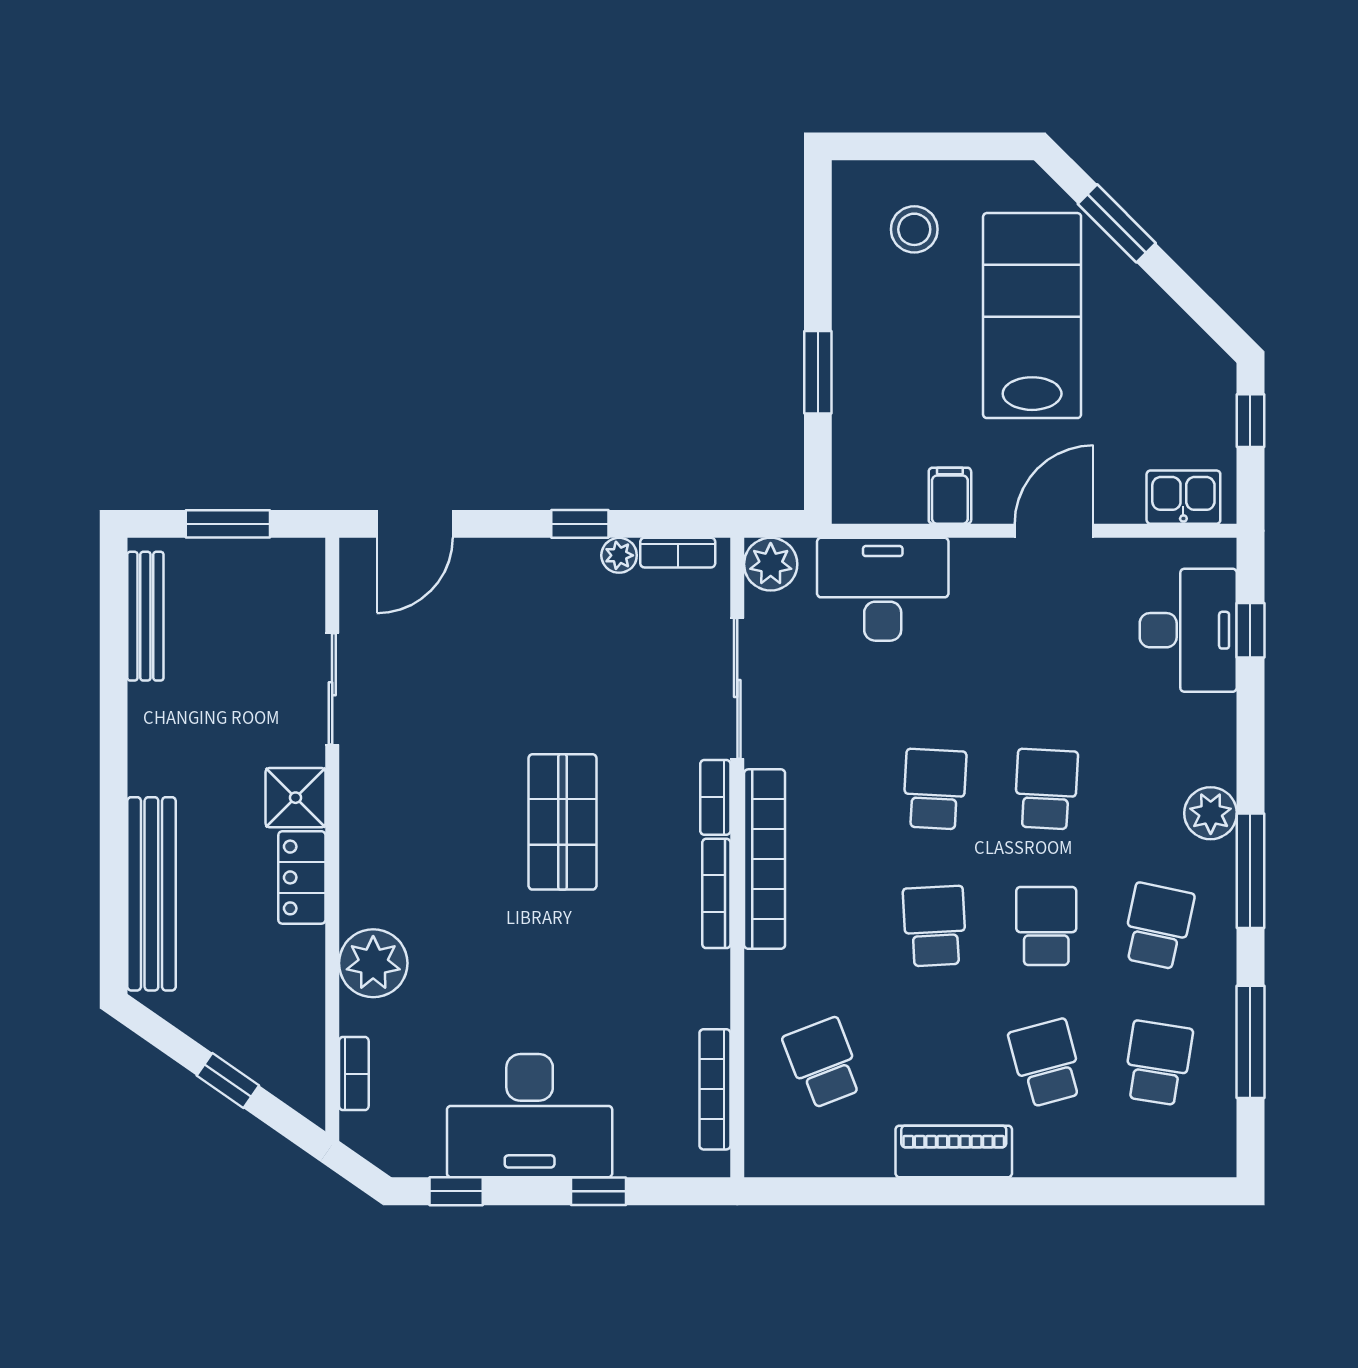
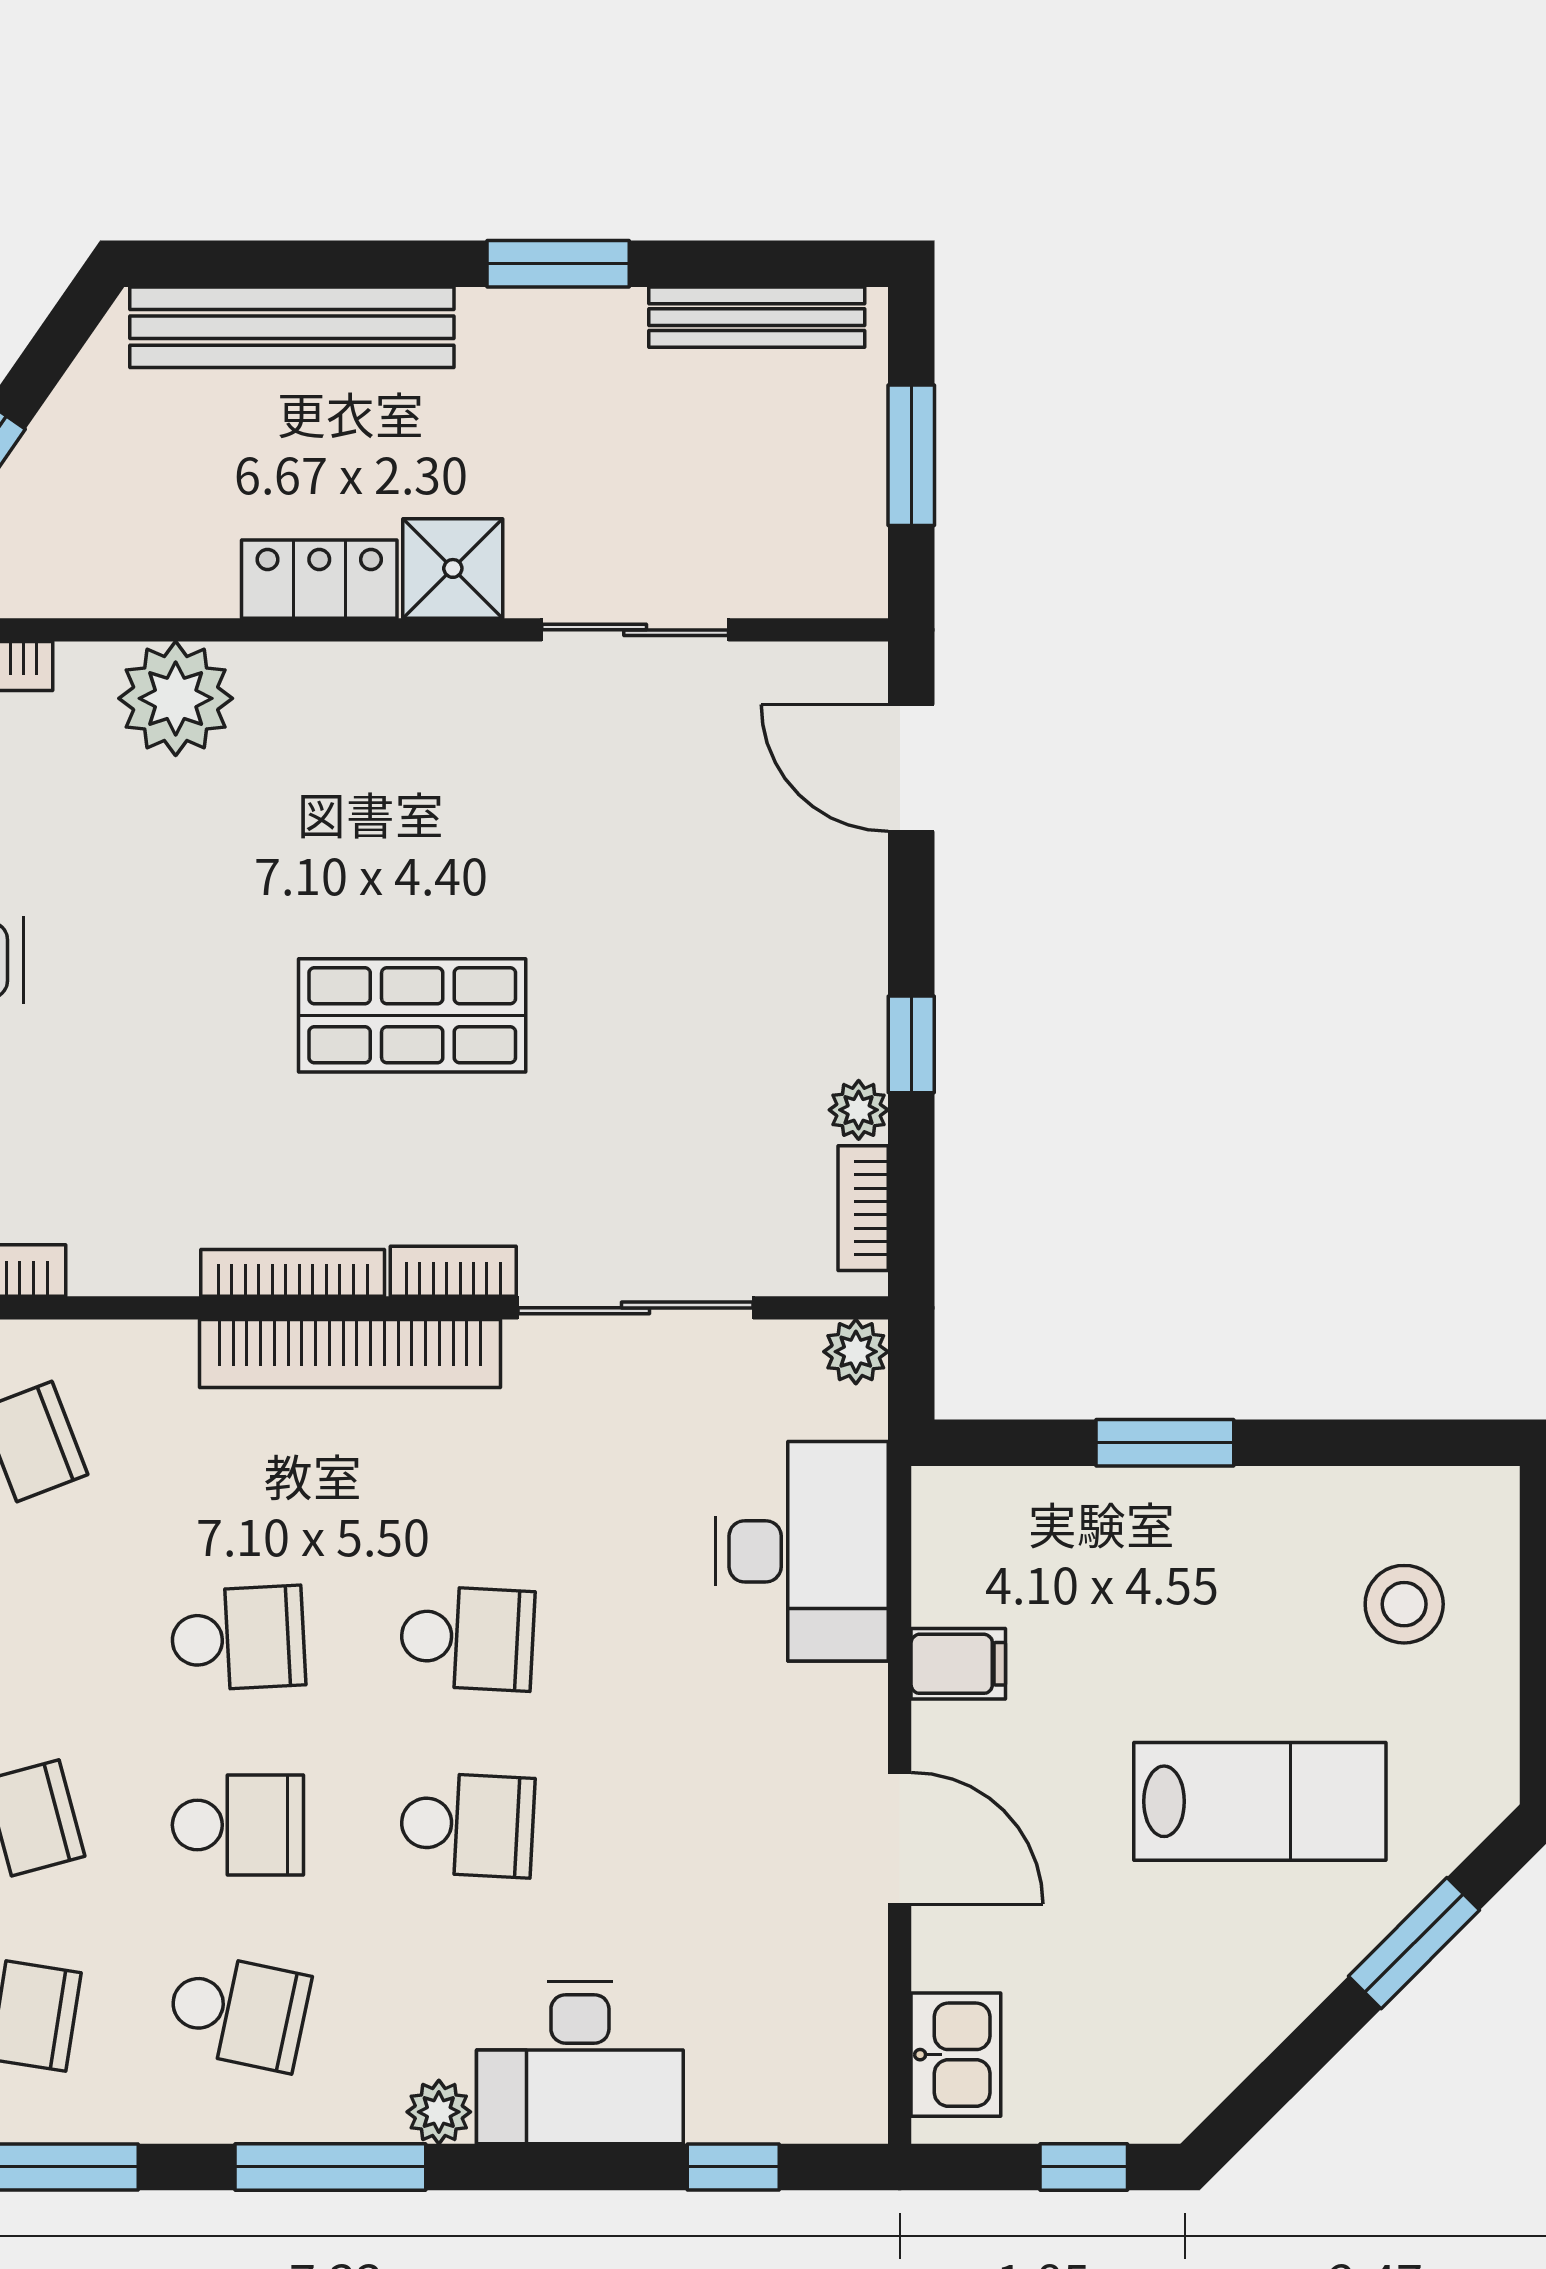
lab bench: (1032, 316) -> (1260, 1801), width x0.73, depth x0.72
plant: (771, 564) -> (856, 1352), width x0.73, depth x0.73
desk: (1188, 630) -> (580, 2063), moved
window: (114, 735) -> (558, 264), added
plant: (1211, 813) -> (439, 2112), width x0.73, depth x0.73

